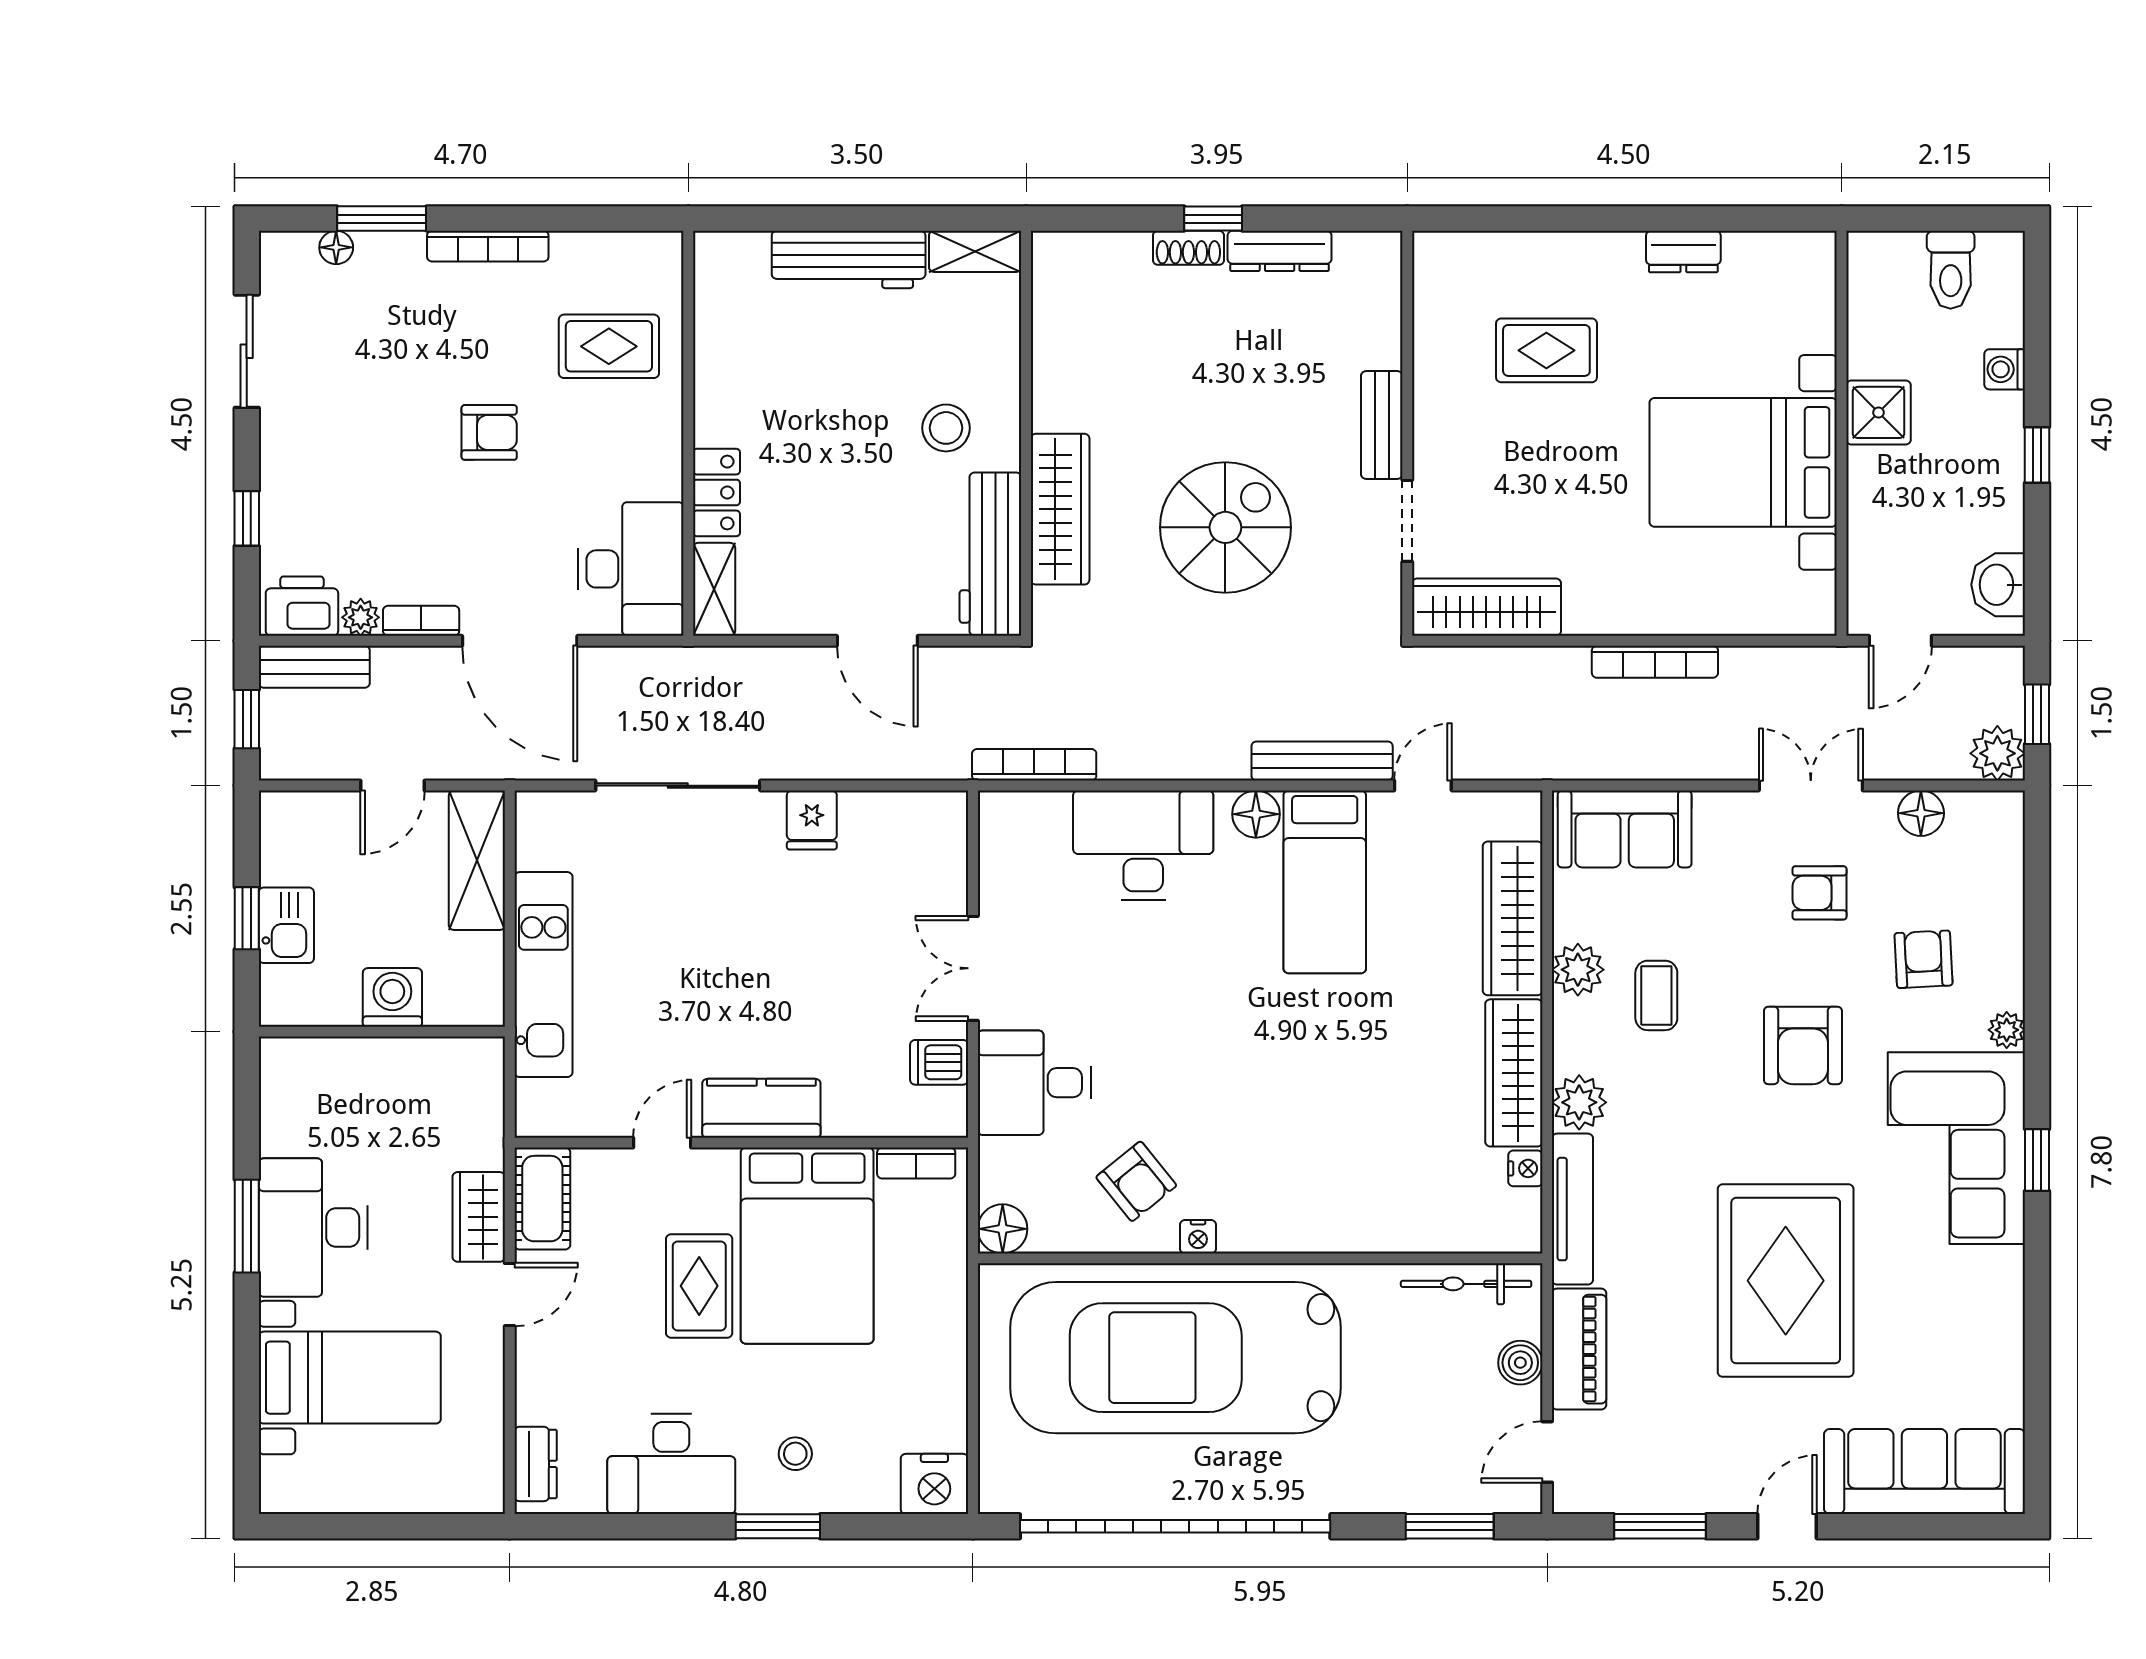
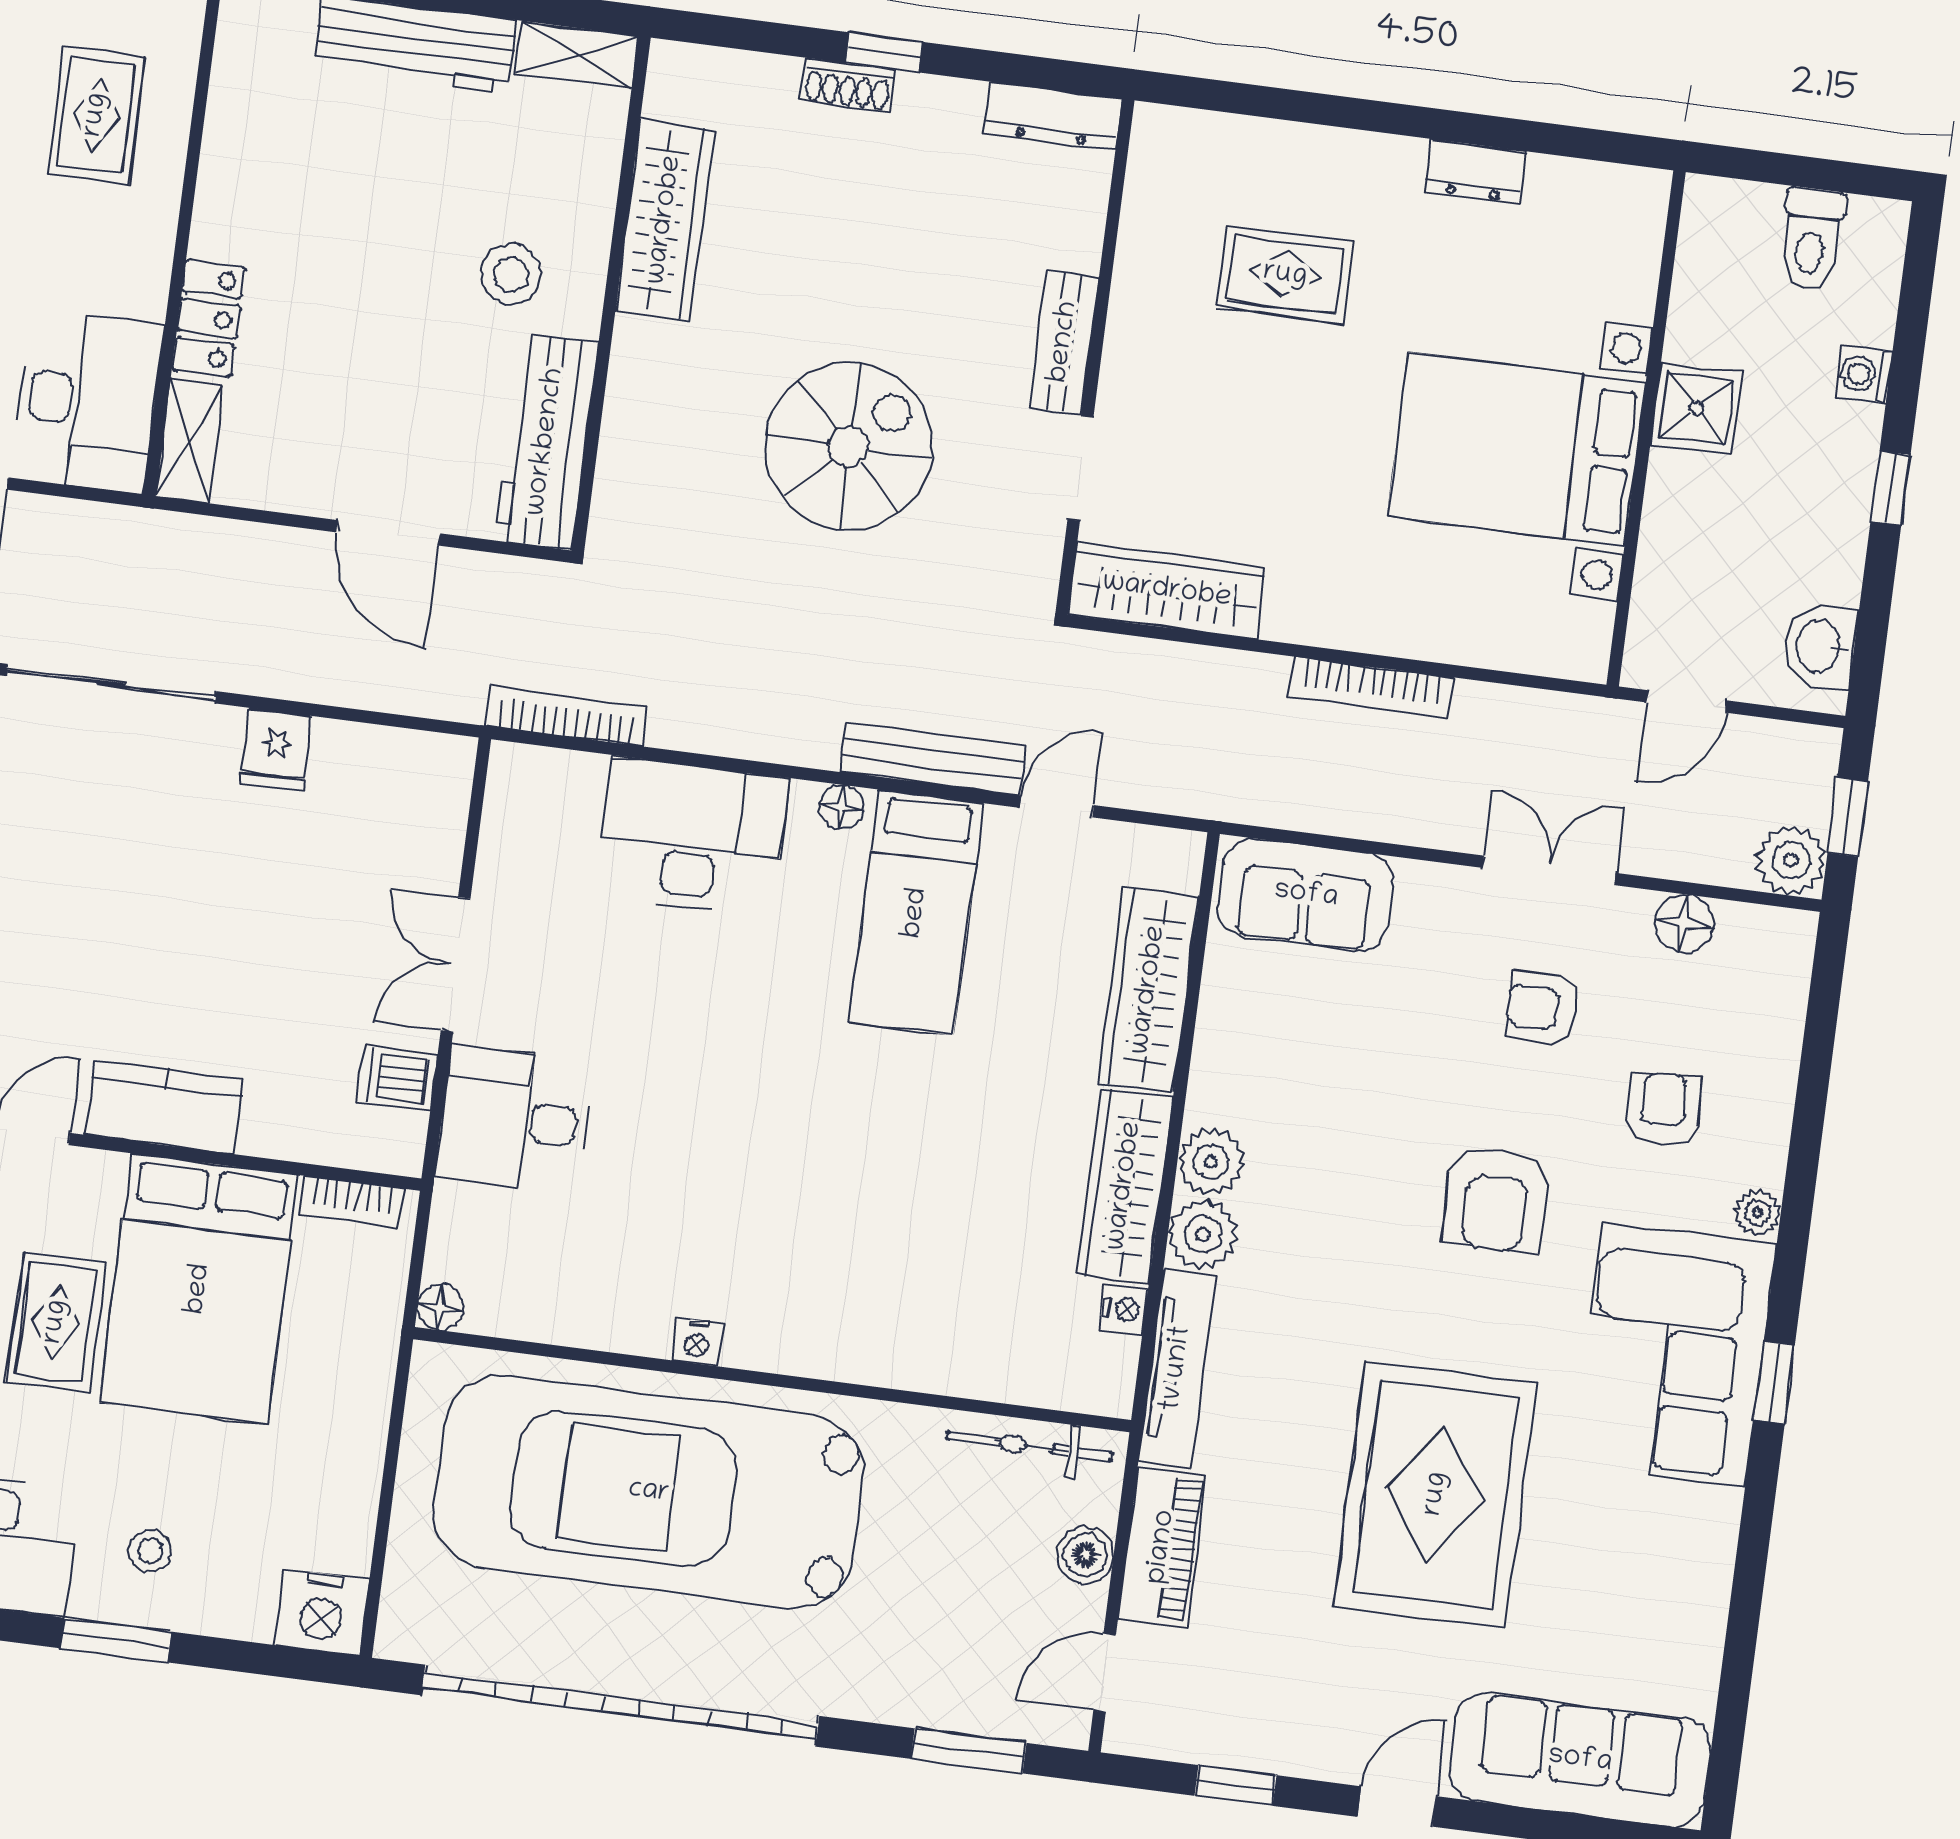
dresser: (1280, 251) -> (1053, 116), moved
rug: (609, 346) -> (96, 115), turned 90
wardrobe: (1060, 509) -> (665, 220), moved
floor lamp: (1256, 814) -> (841, 807), width x0.73, depth x0.73
plant: (1578, 970) -> (1211, 1162), moved
coffee table: (1656, 995) -> (1318, 1111), removed
armchair: (1136, 1181) -> (628, 1261), removed
floor lamp: (1003, 1229) -> (441, 1307), width x0.73, depth x0.73
window: (1660, 1526) -> (1236, 1786), width x0.67

